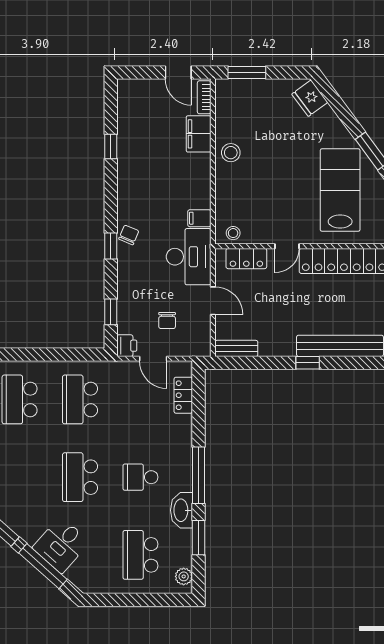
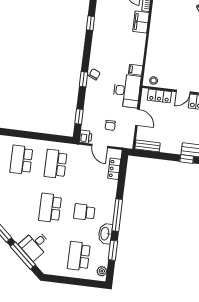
stool: (231, 153) -> (158, 35), removed

